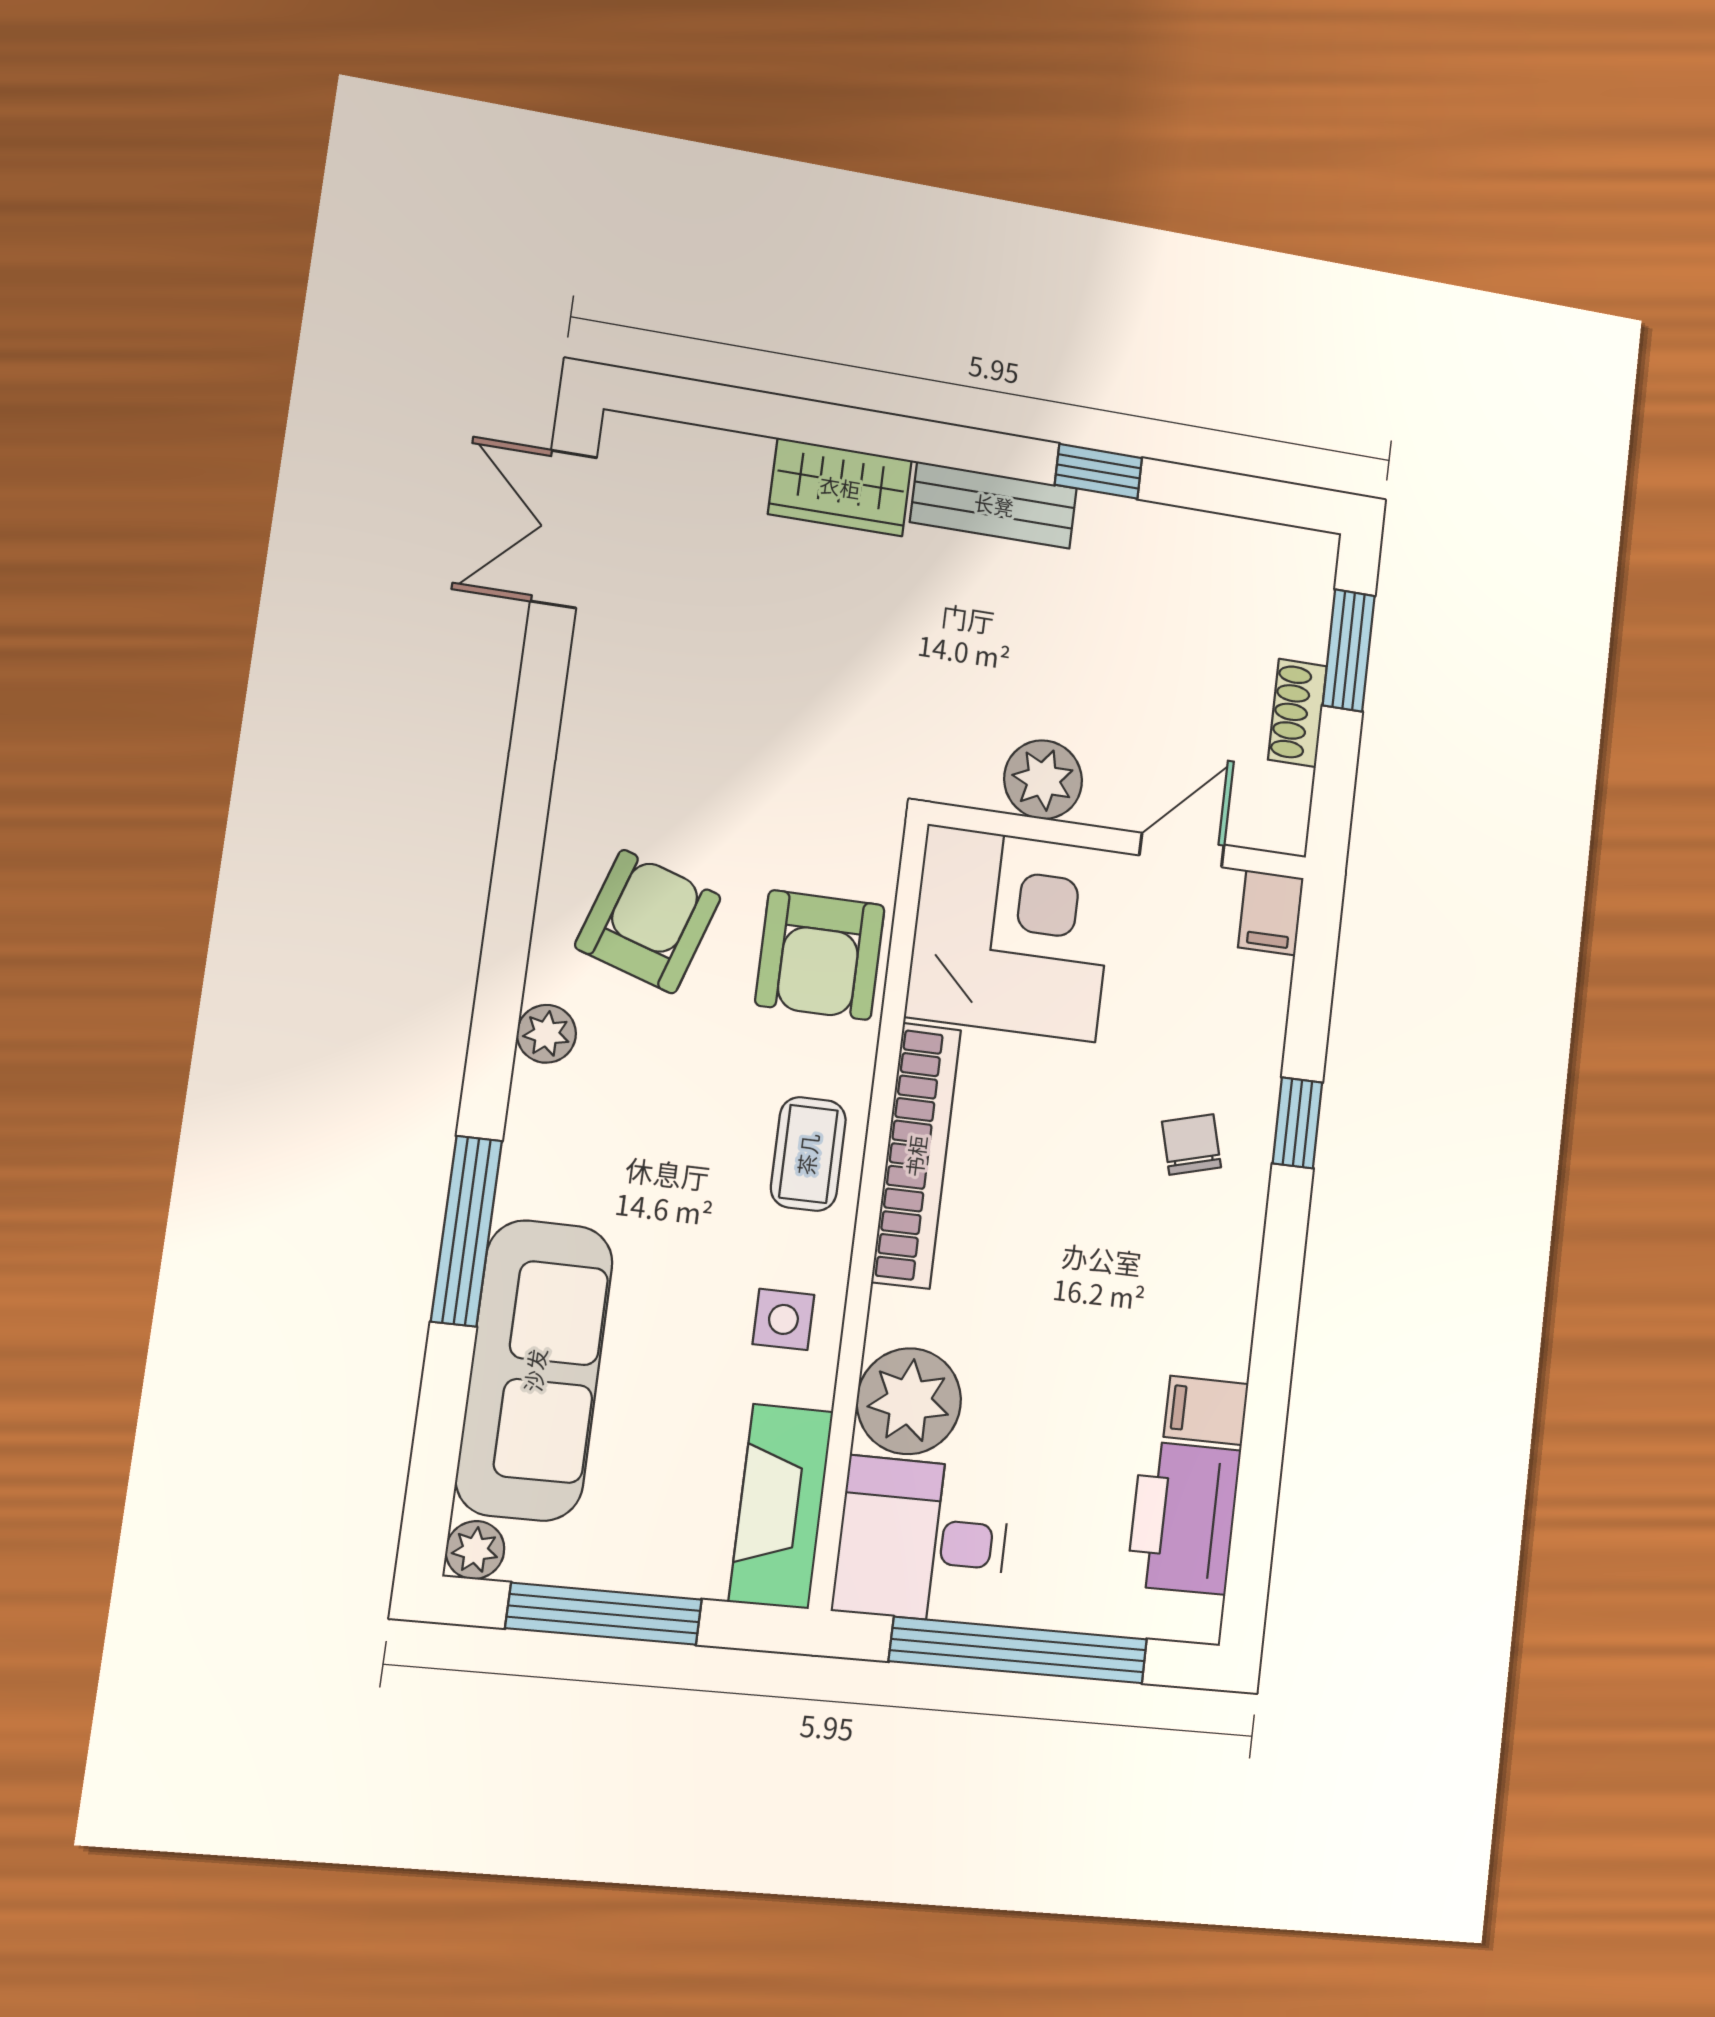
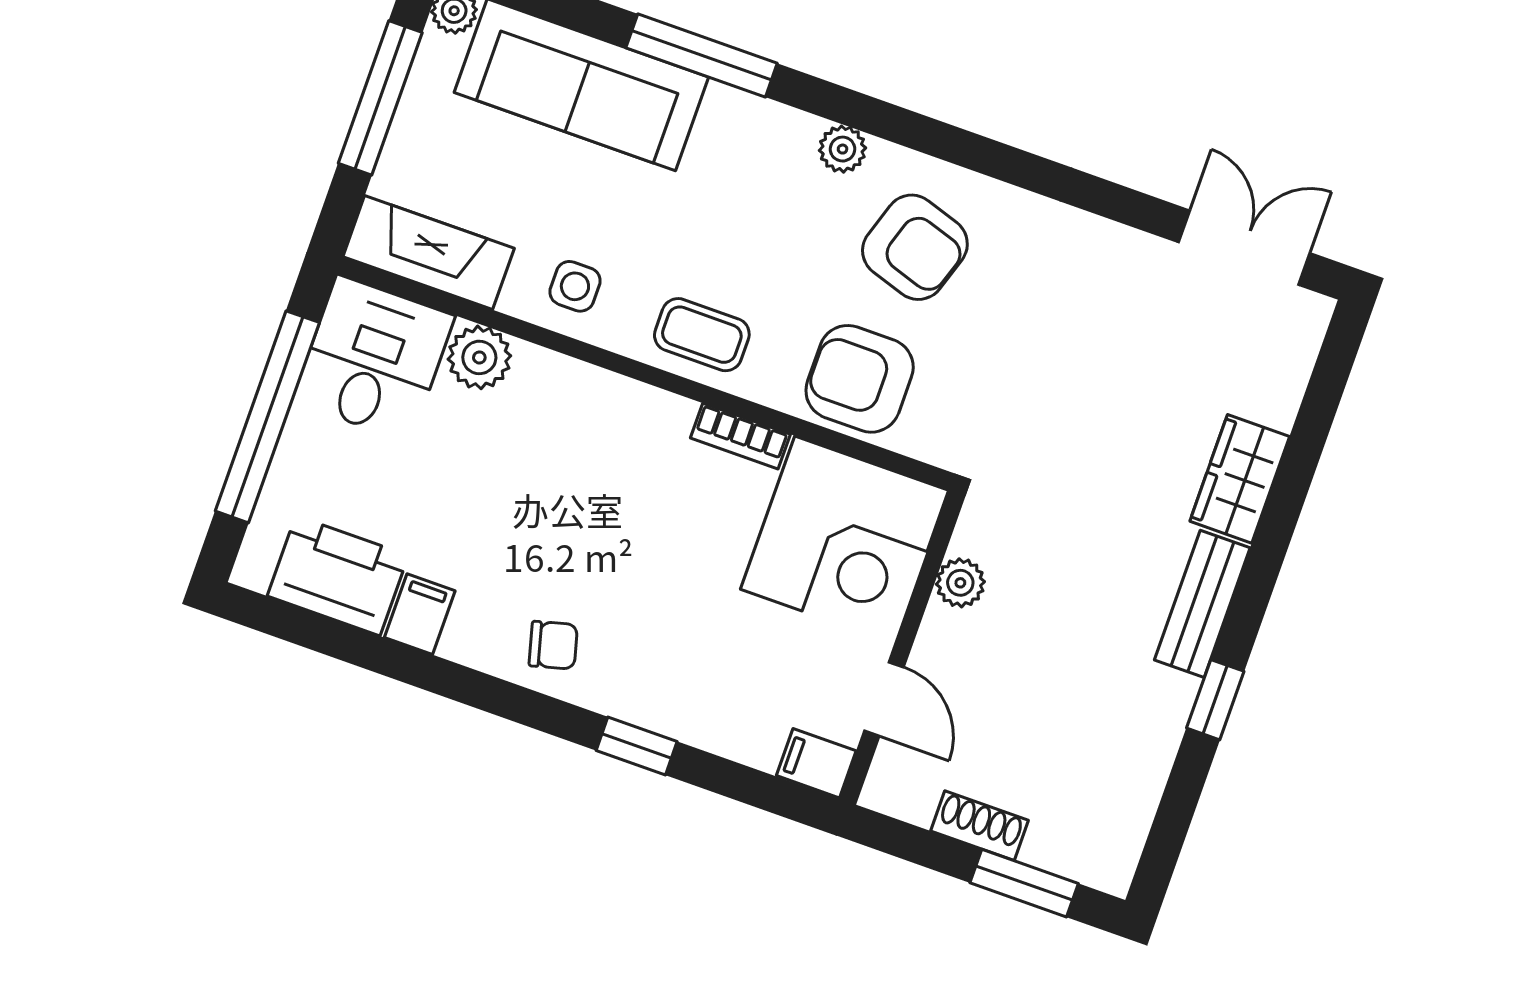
plant: (1043, 780) -> (960, 583), width x0.73, depth x0.73
chair: (1191, 1144) -> (553, 645), moved
bookcase: (916, 1156) -> (740, 436), width x0.43, depth x0.76
plant: (909, 1401) -> (479, 357), width x0.73, depth x0.73

